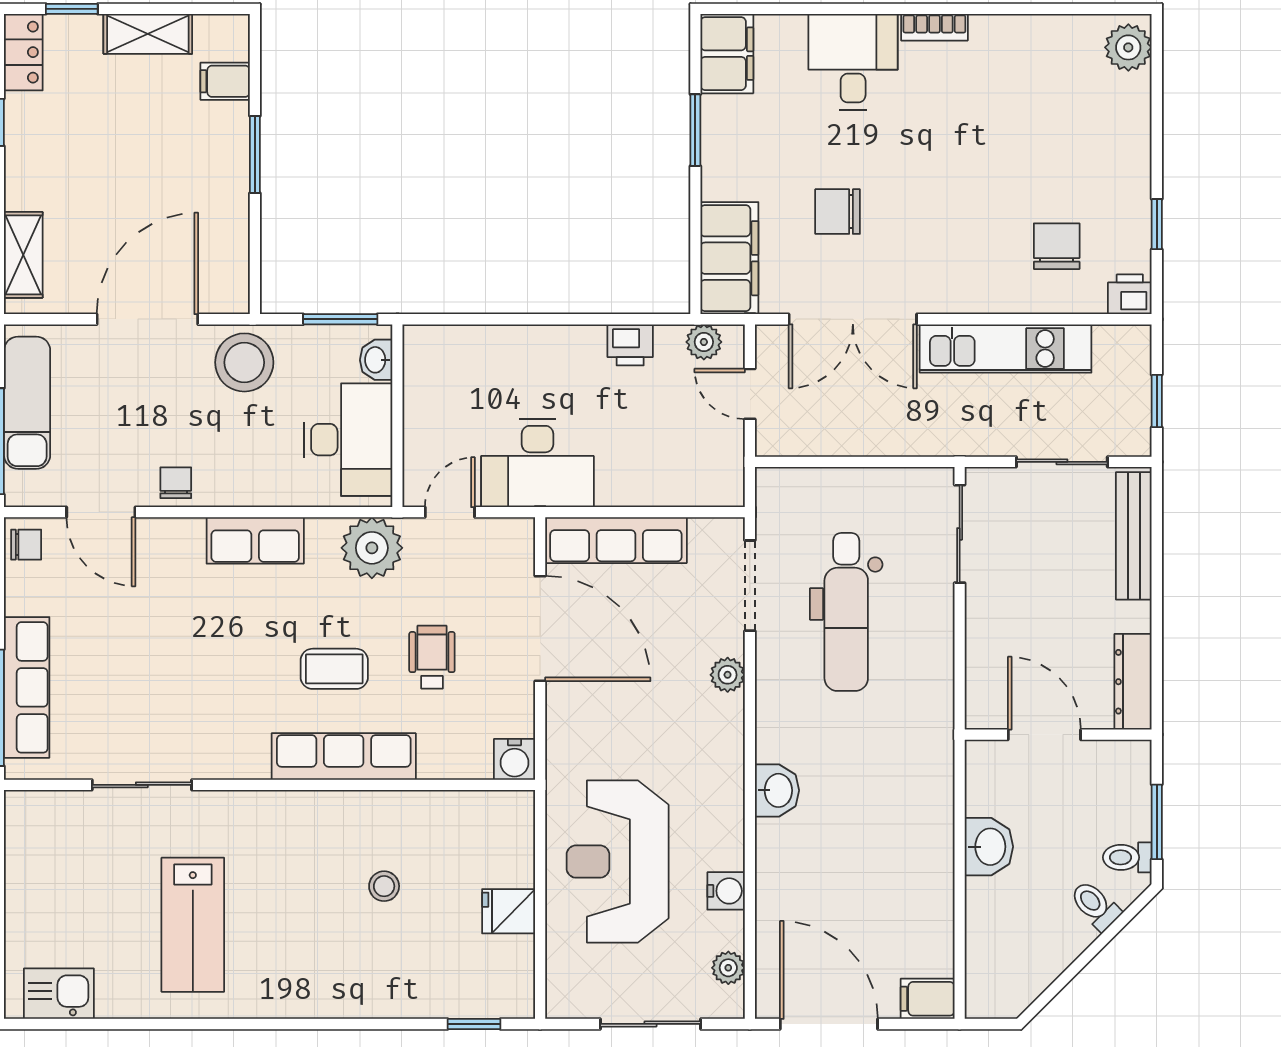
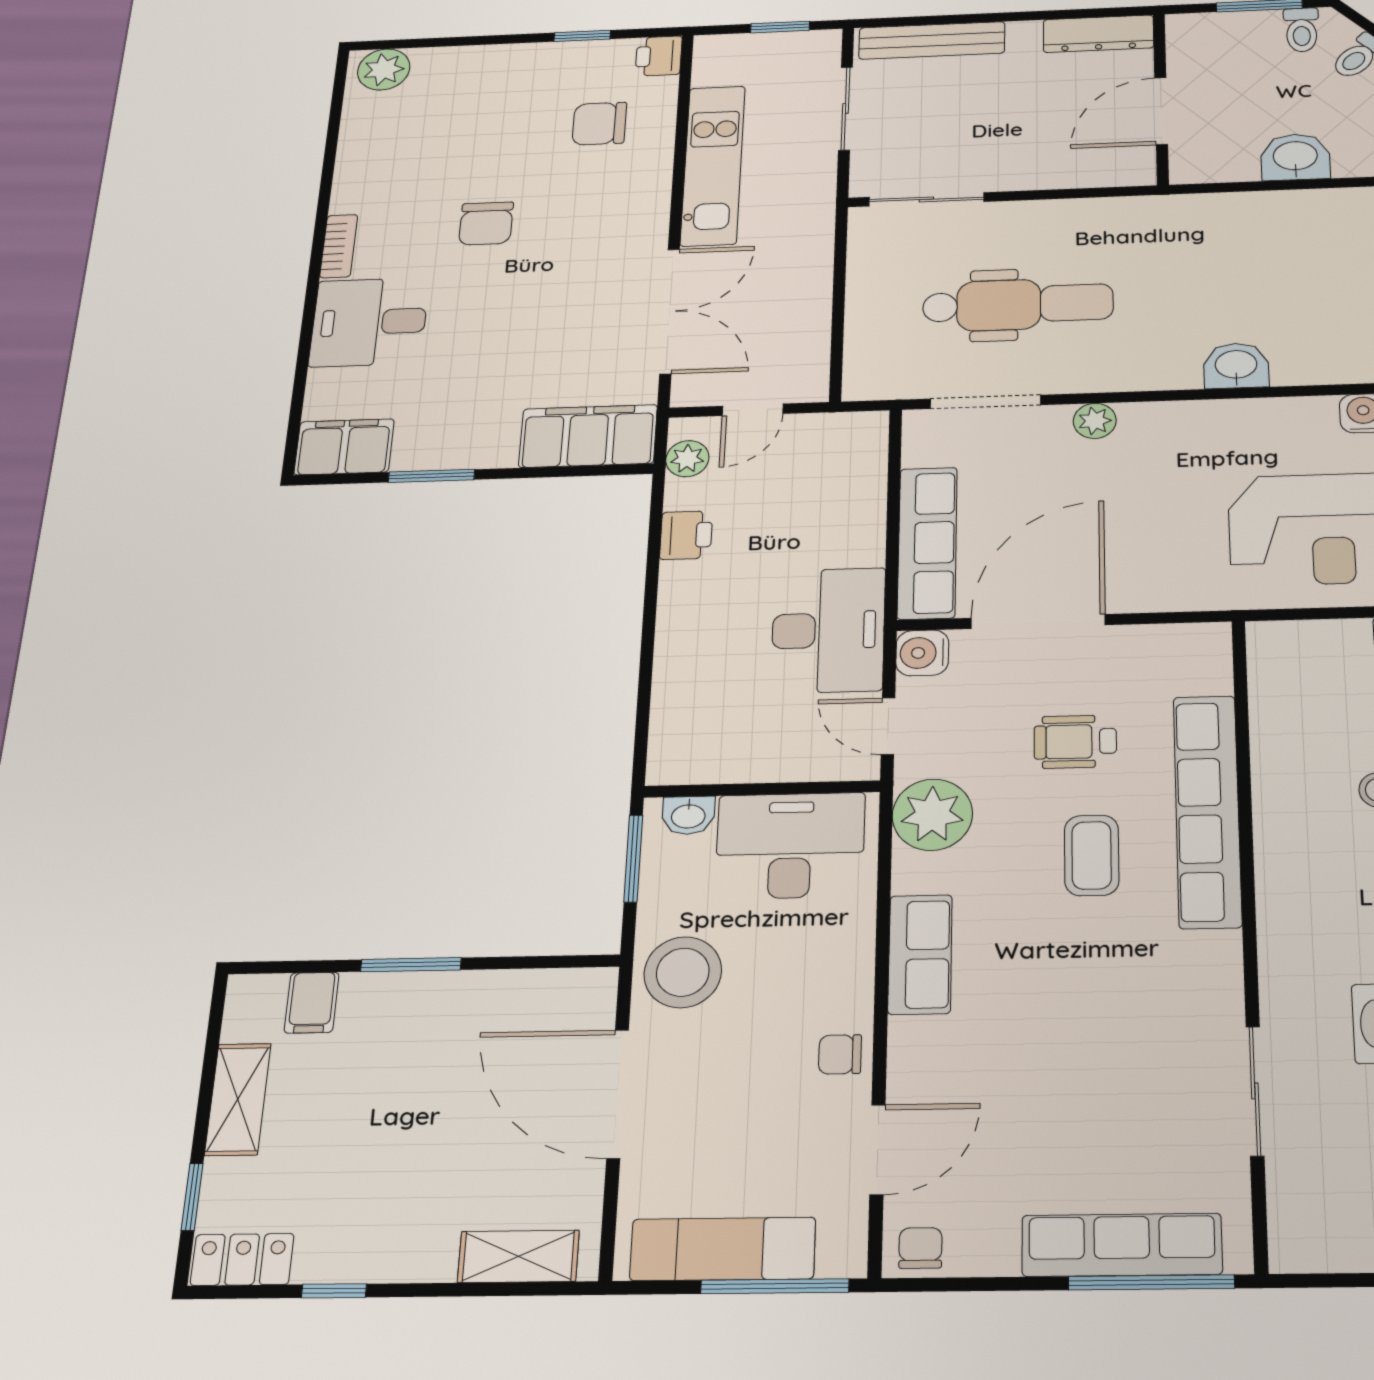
chair: (838, 212) -> (486, 224), moved
row of seats: (344, 757) -> (1207, 810), width x1.36
water cooler: (514, 759) -> (922, 653), moved, turned 180

